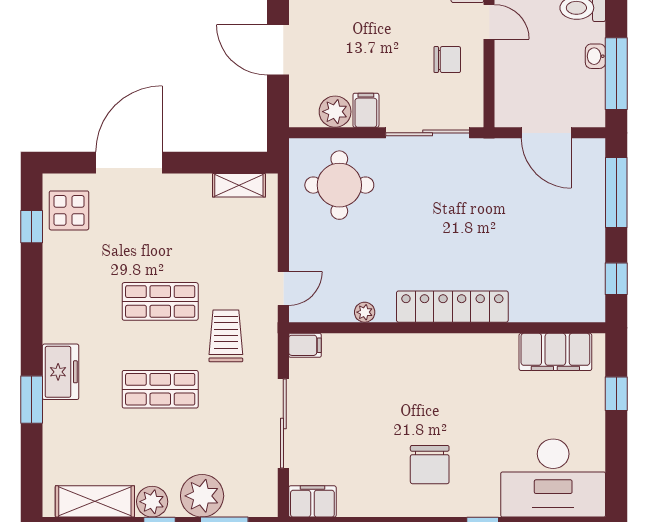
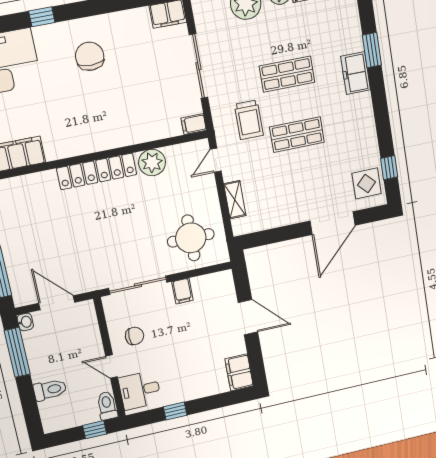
washbasin: (595, 56) -> (25, 322), moved
chair: (447, 60) -> (135, 336), turned 180
plant: (335, 112) -> (203, 286), removed
shelving: (239, 185) -> (235, 200), moved, turned 90
plant: (365, 312) -> (152, 163), width x1.88, depth x1.88

